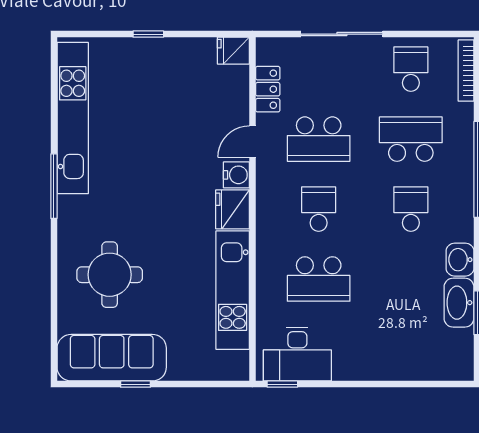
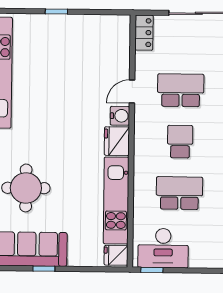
fridge: (233, 51) -> (116, 255), moved
locker: (268, 89) -> (144, 33), moved
school desk: (319, 139) -> (181, 90), turned 180
school desk: (319, 279) -> (179, 193), turned 180

